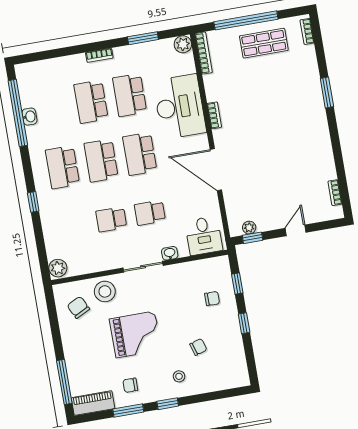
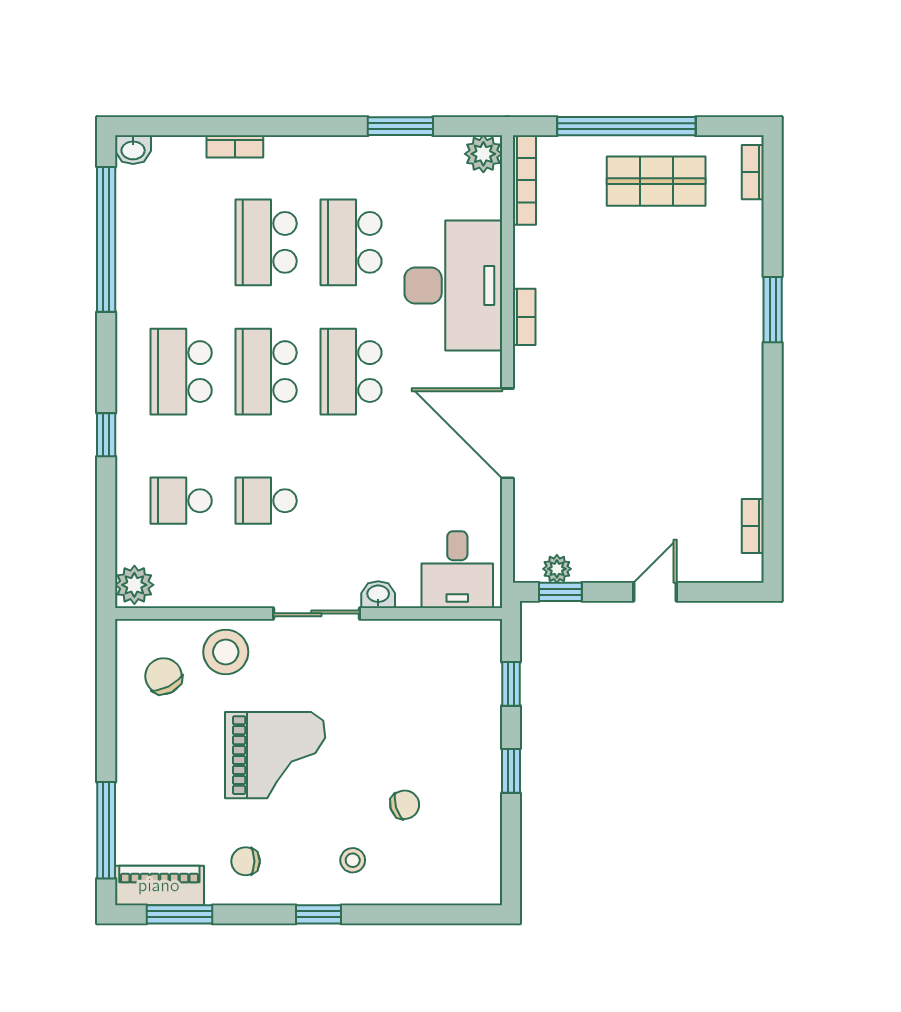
bookcase: (99, 55) -> (235, 146), moved
washbasin: (29, 117) -> (133, 150), moved, turned 90
school desk: (150, 213) -> (181, 501), moved
chair: (212, 299) -> (452, 707), removed
window: (128, 411) -> (180, 914), moved

